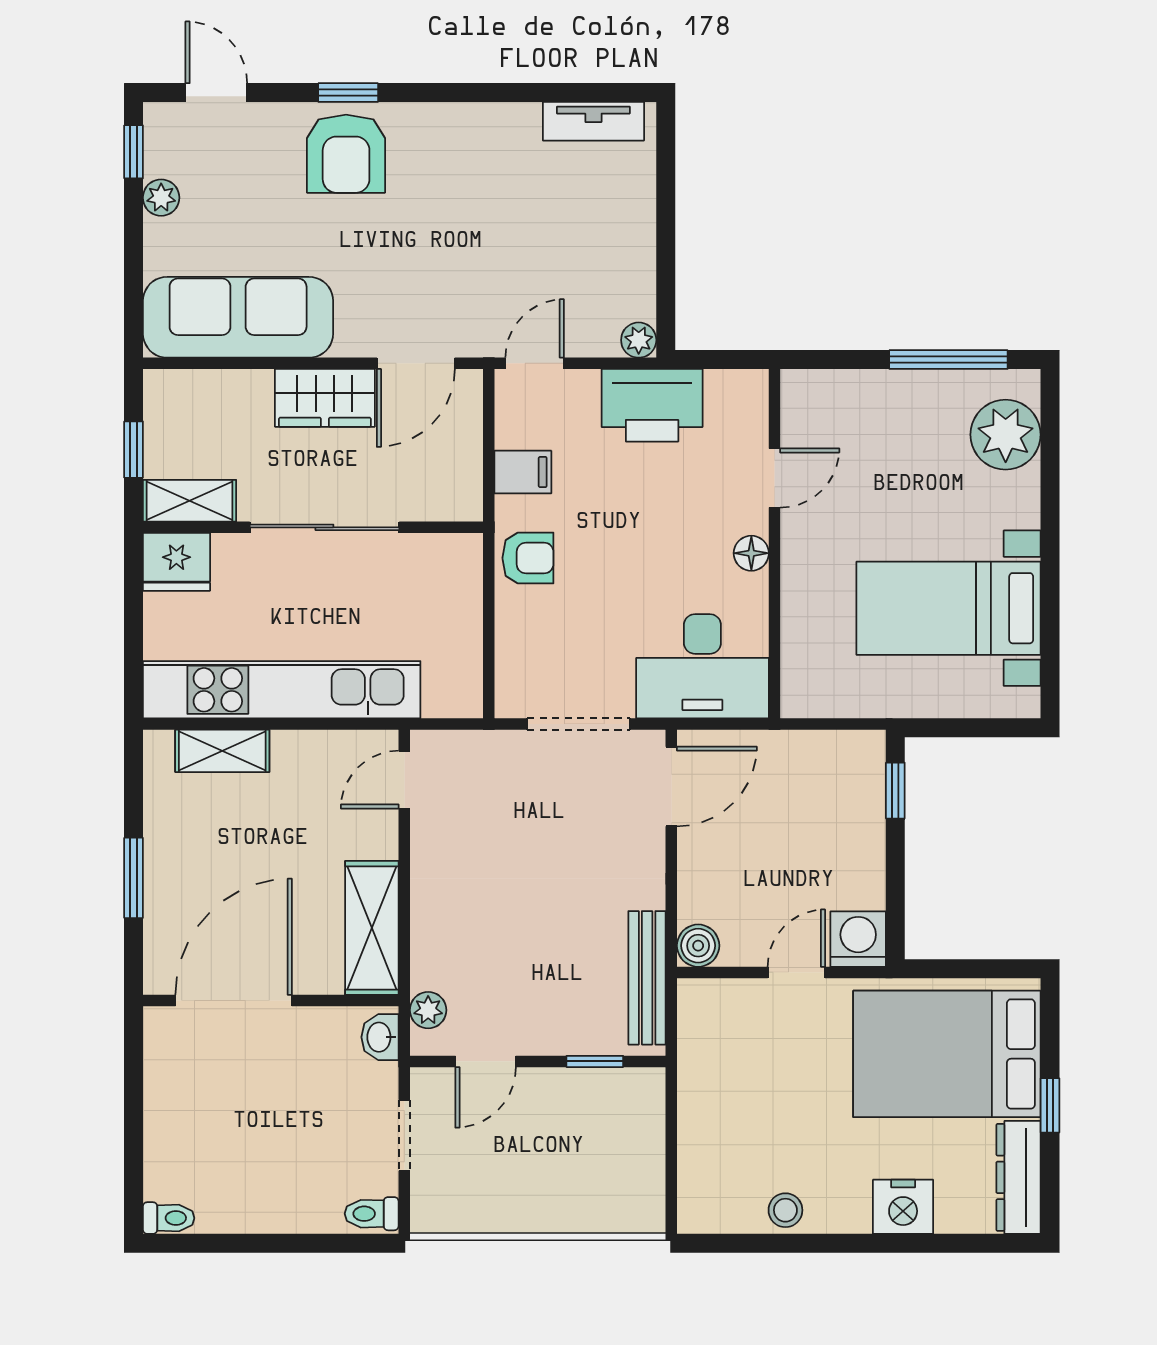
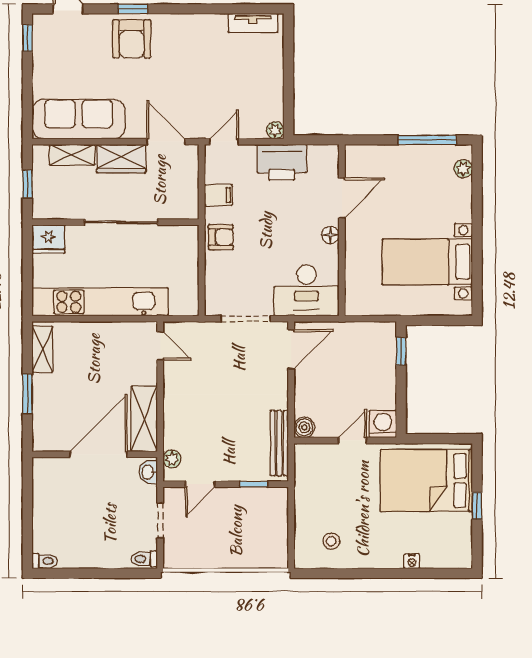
plant: (161, 198) -> (41, 60), removed
door: (416, 363) -> (166, 142), swing flipped
plant: (1006, 435) -> (463, 169), width x0.53, depth x0.53
door: (774, 478) -> (342, 198), width x1.38
shelving: (189, 501) -> (72, 155), moved
shelving: (222, 751) -> (42, 349), moved, turned 90
door: (404, 780) -> (160, 346), swing flipped
door: (234, 1001) -> (99, 454), moved
dresser: (1018, 1177) -> (461, 541), removed
nightstand: (903, 1207) -> (412, 561), width x0.53, depth x0.56
stool: (785, 1210) -> (331, 541), moved

